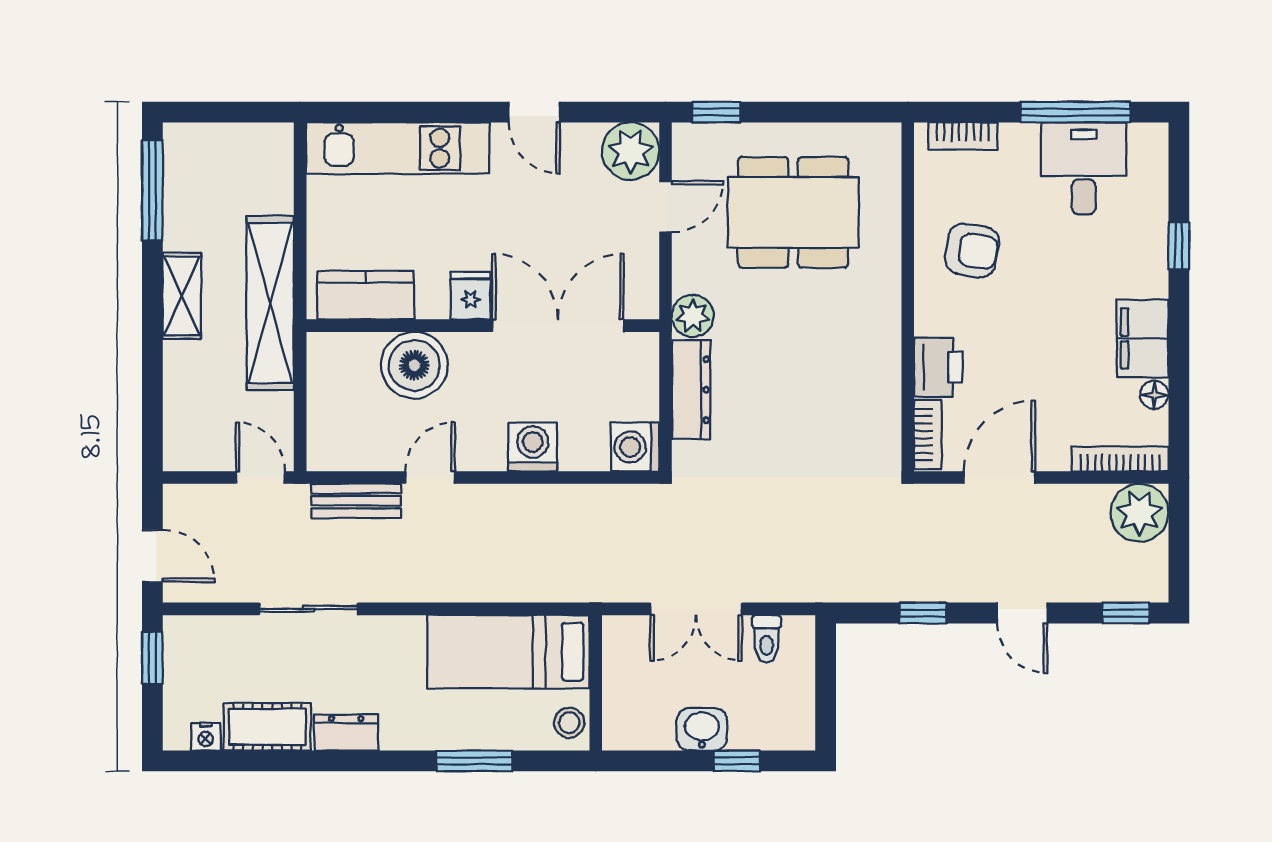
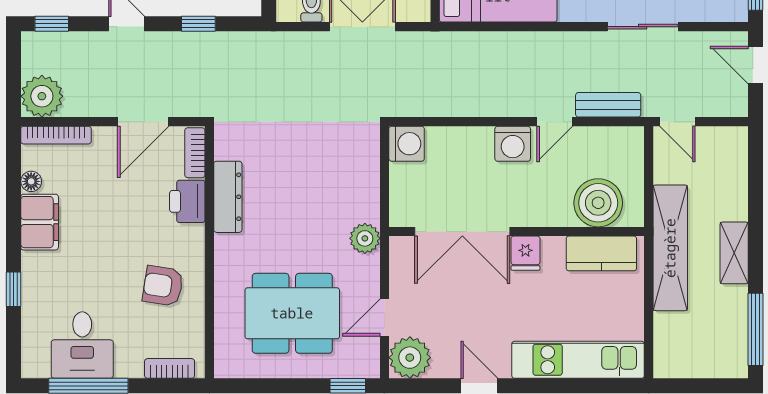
boiler: (414, 365) -> (598, 203), moved
dresser: (691, 390) -> (228, 197), moved, turned 180
washing machine: (533, 447) -> (513, 144), moved

